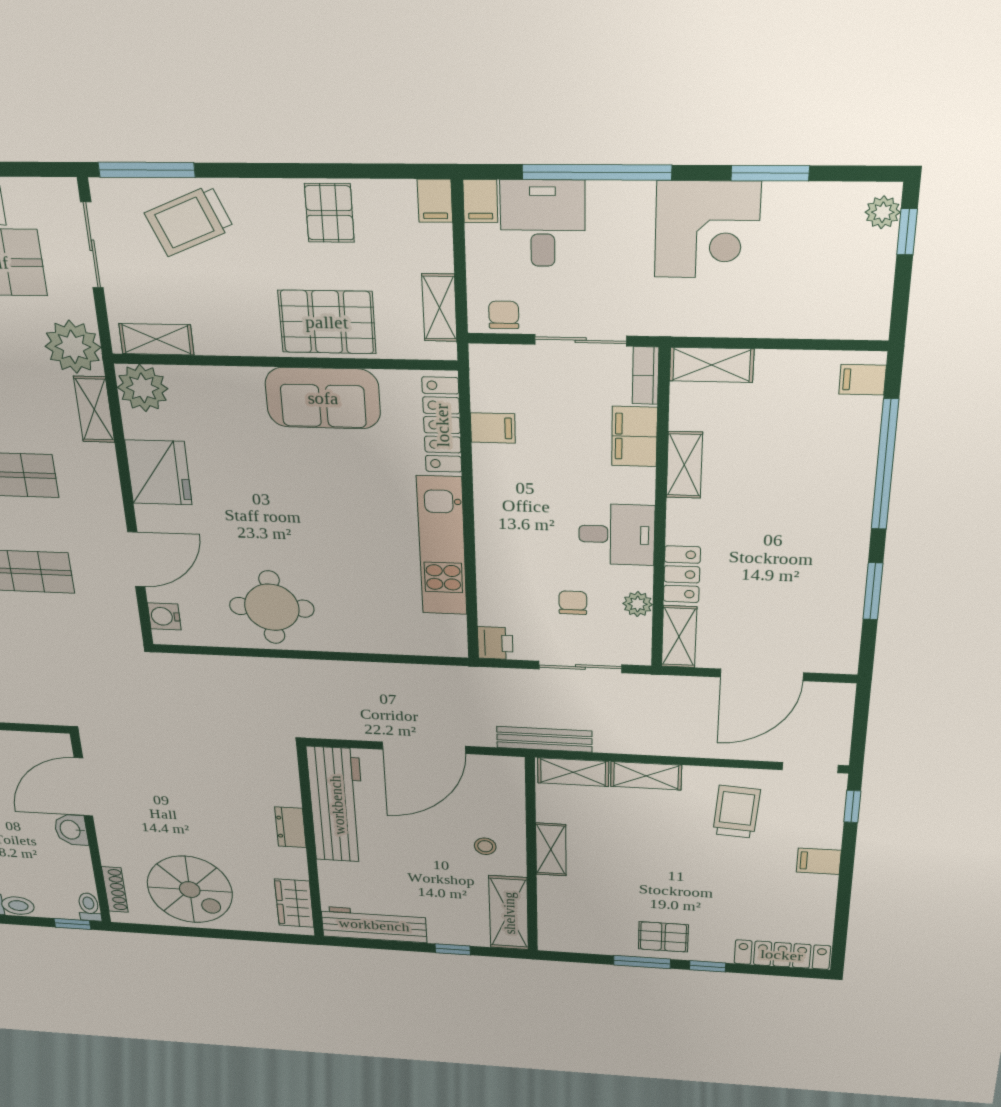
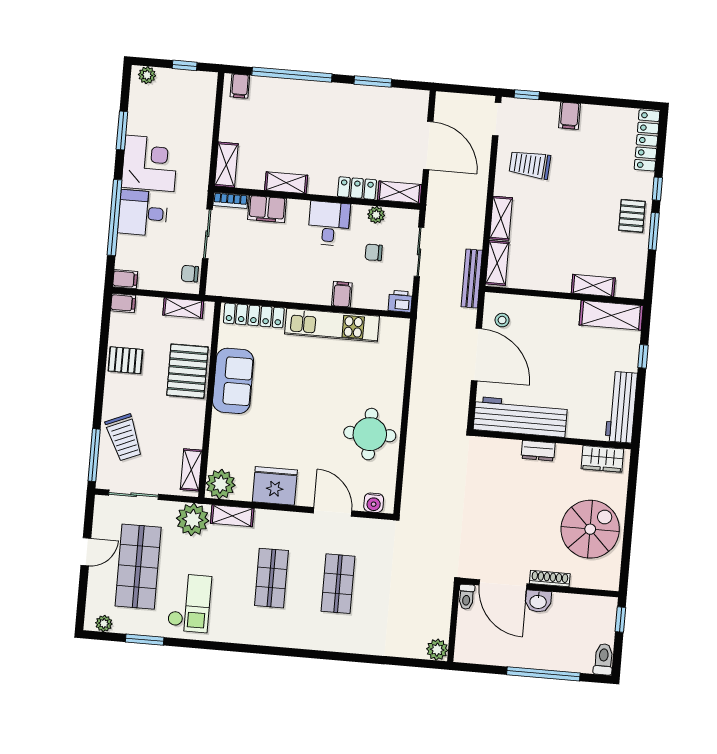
desk: (543, 223) -> (143, 213), moved
window: (907, 232) -> (185, 65), moved
filing cabinet: (493, 428) -> (342, 294), moved
stool: (485, 846) -> (502, 320), moved
shelving: (551, 849) -> (593, 286), moved
shoe rack: (115, 890) -> (550, 579), moved
toilet: (89, 907) -> (466, 597), moved, turned -90

